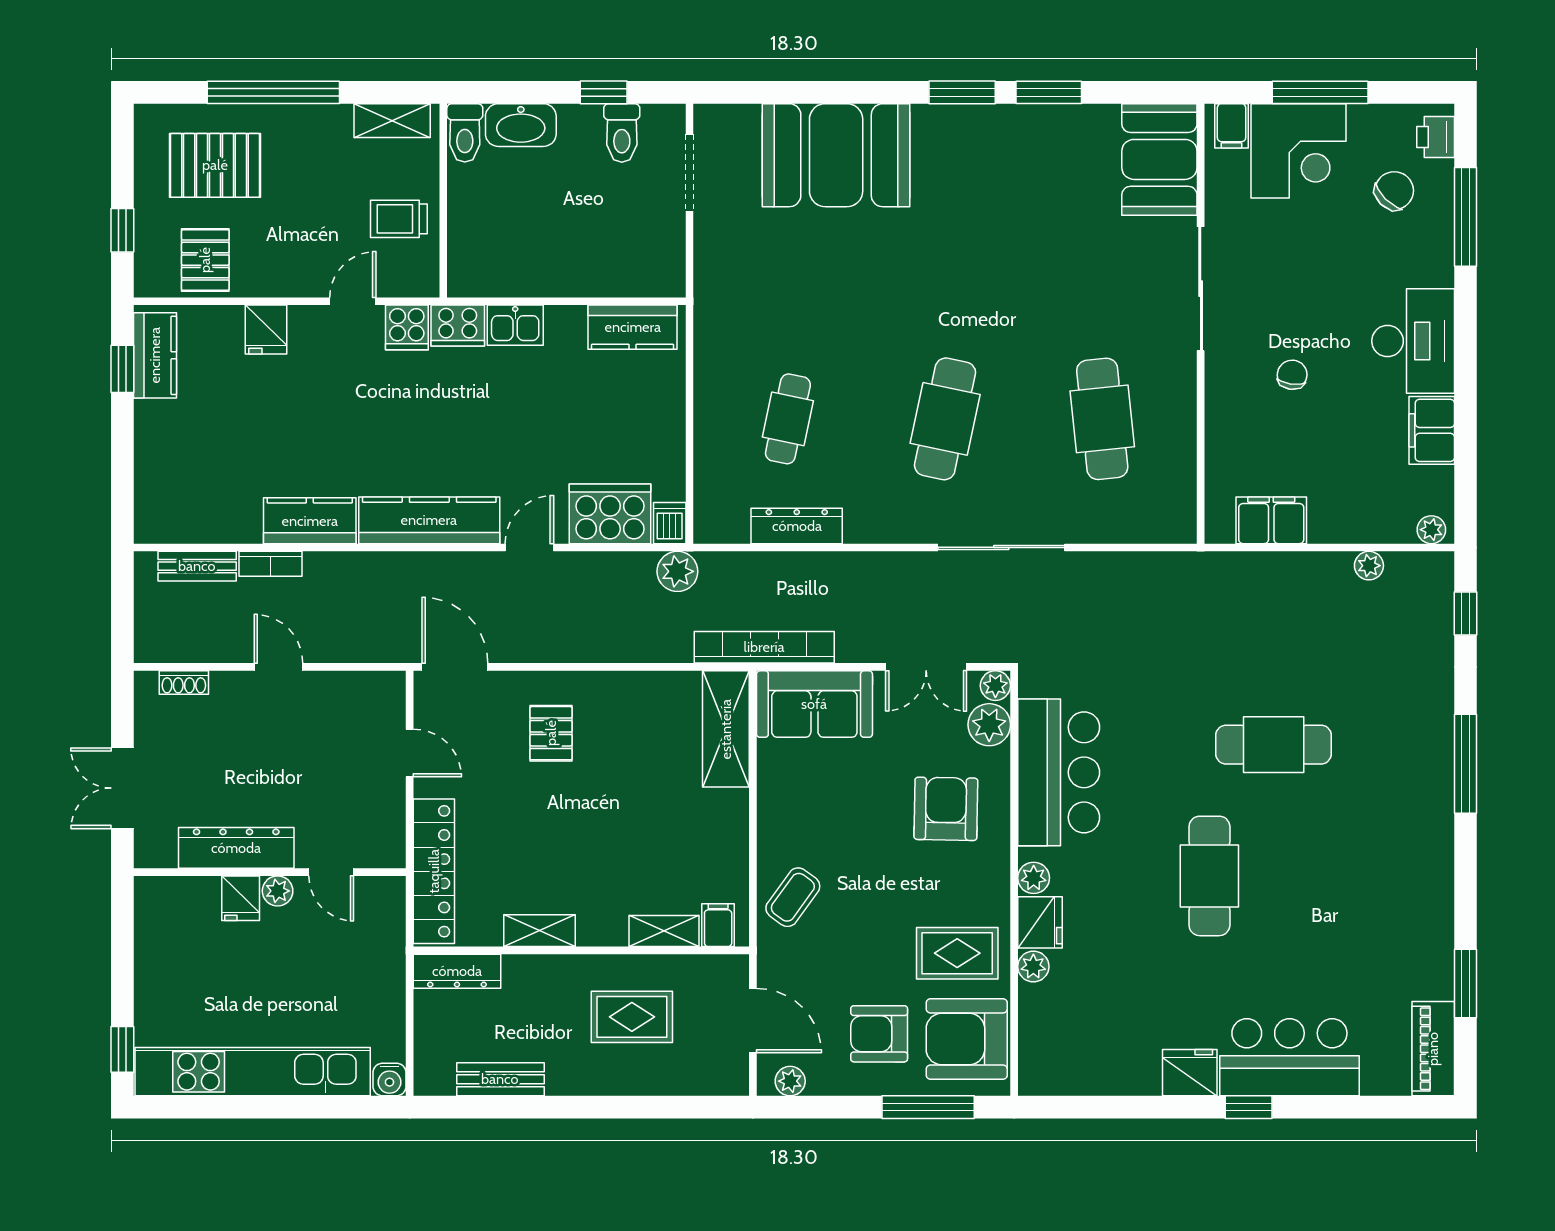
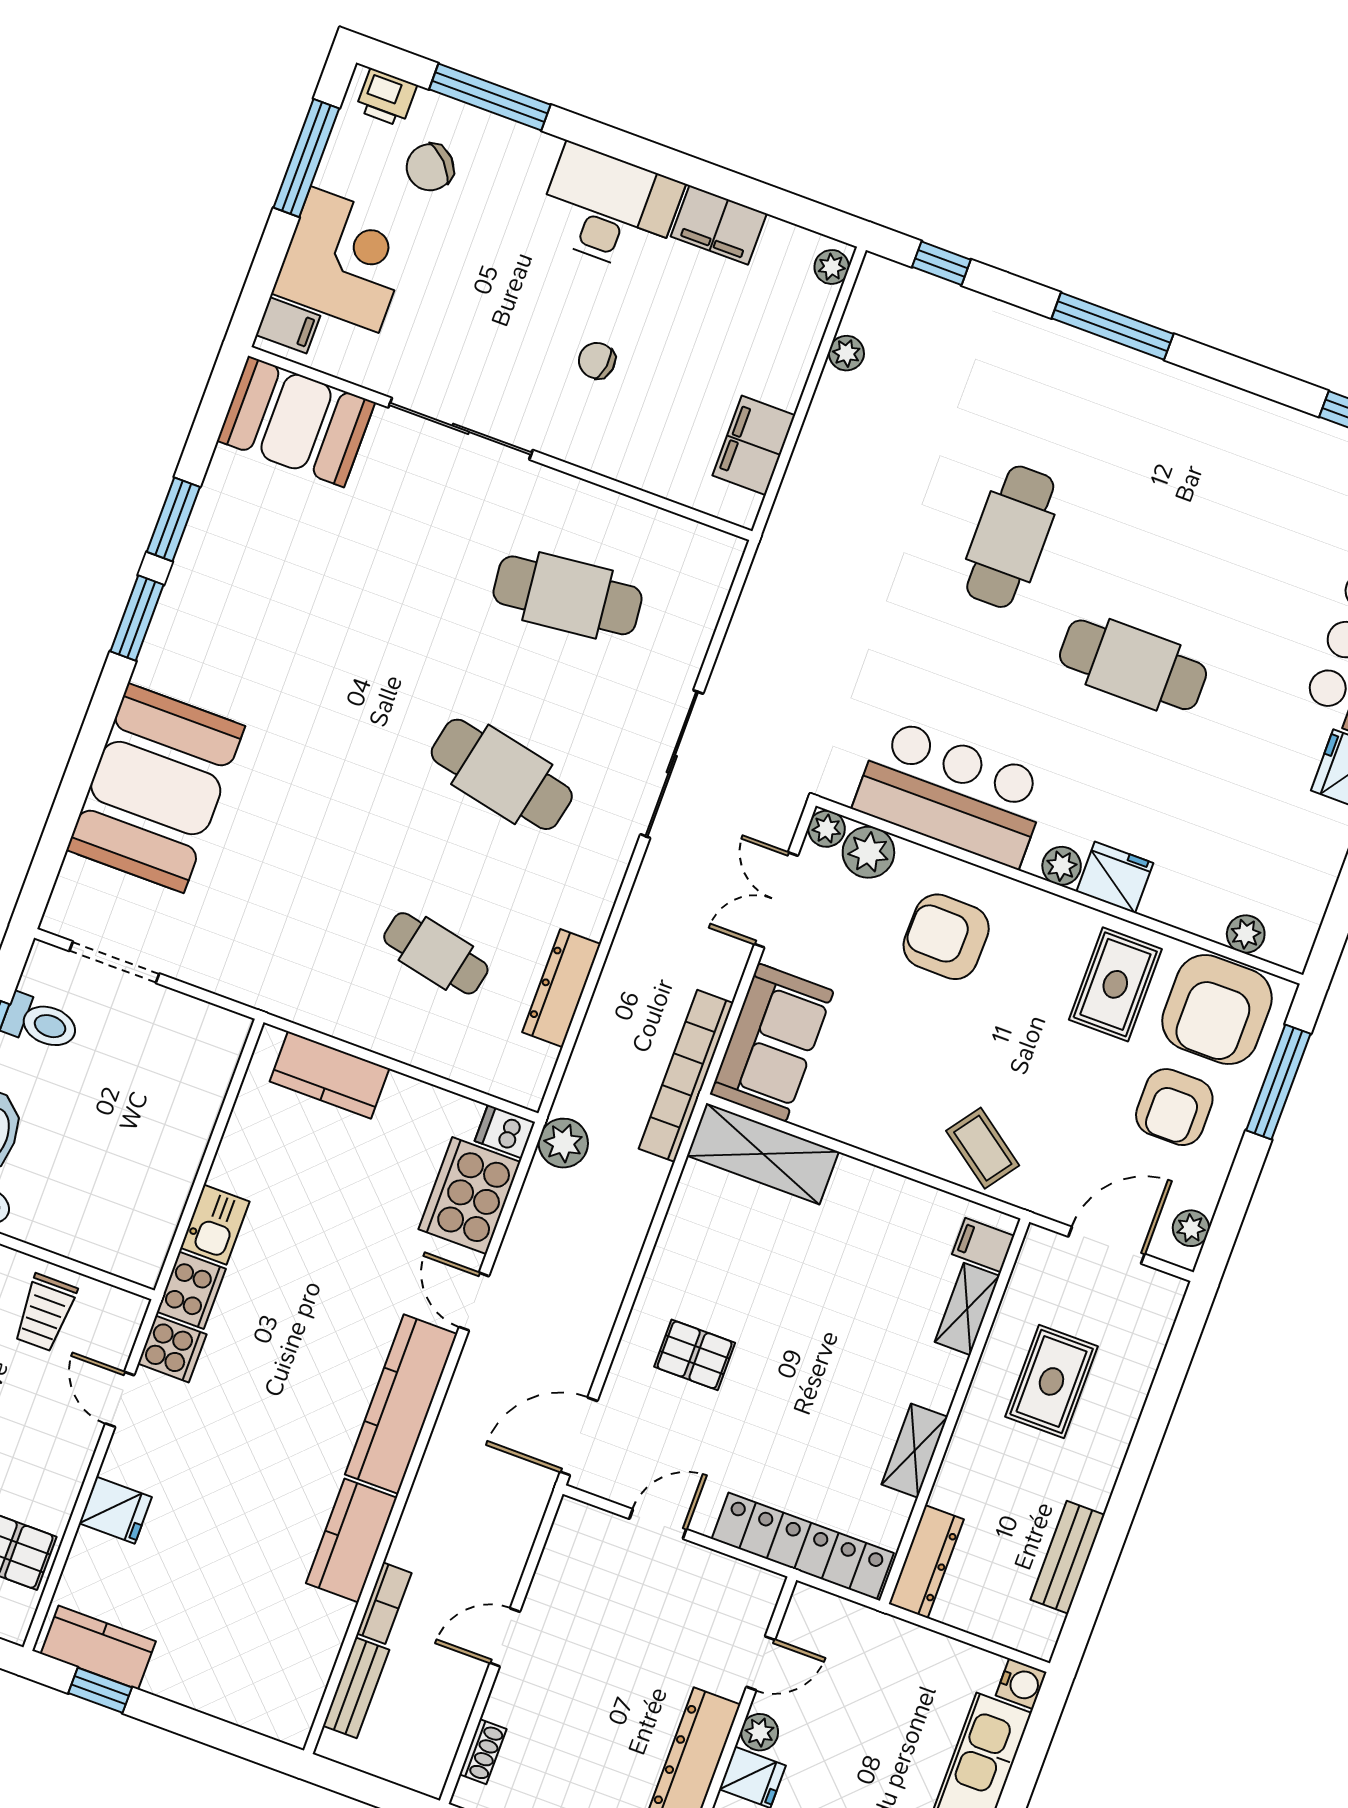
window: (1320, 92) -> (306, 158), moved
chair: (1394, 191) -> (430, 167), turned -89
kitchen counter: (633, 327) -> (329, 1075), moved, turned 90
double door: (926, 667) -> (776, 900), swing flipped
plant: (1033, 967) -> (1246, 934), moved

